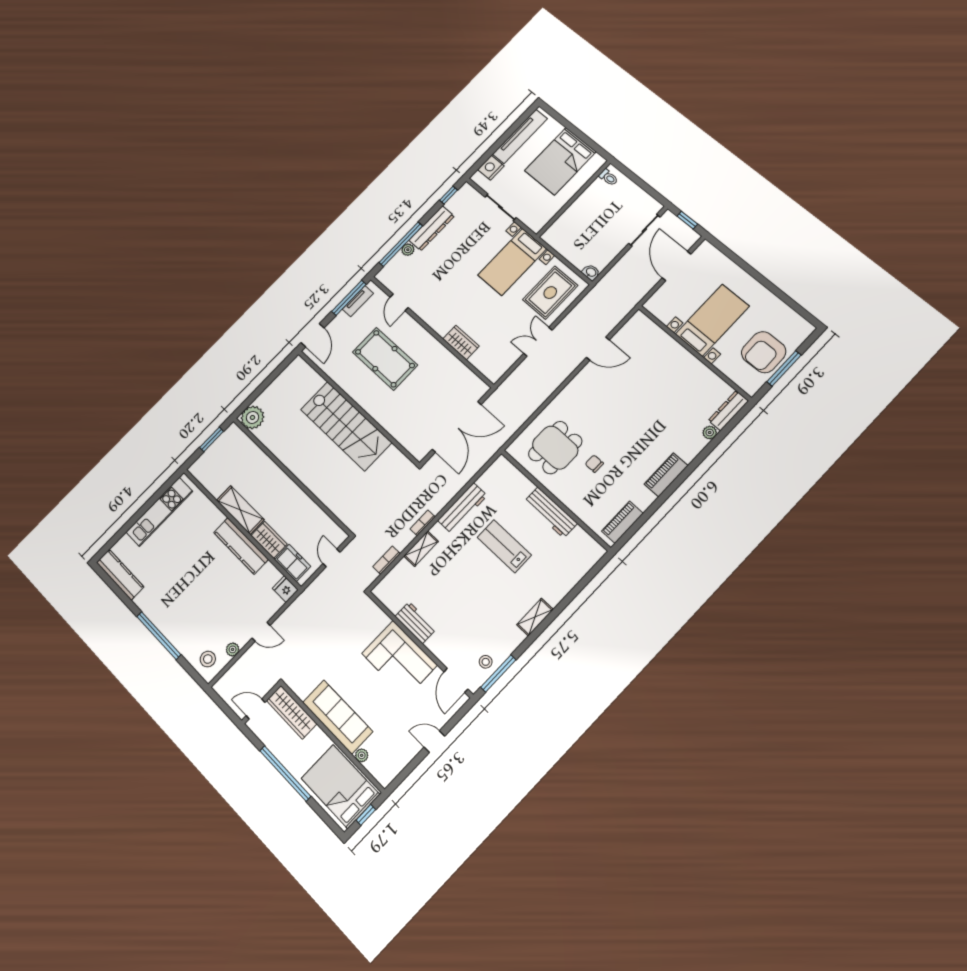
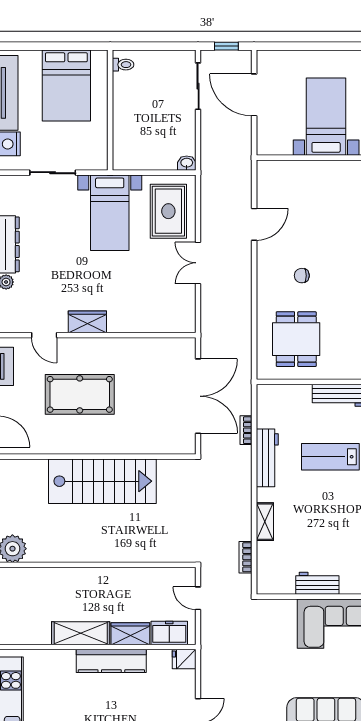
wardrobe: (461, 343) -> (87, 322), moved
chair: (594, 464) -> (302, 276), moved
bookcase: (423, 523) -> (246, 430), moved

